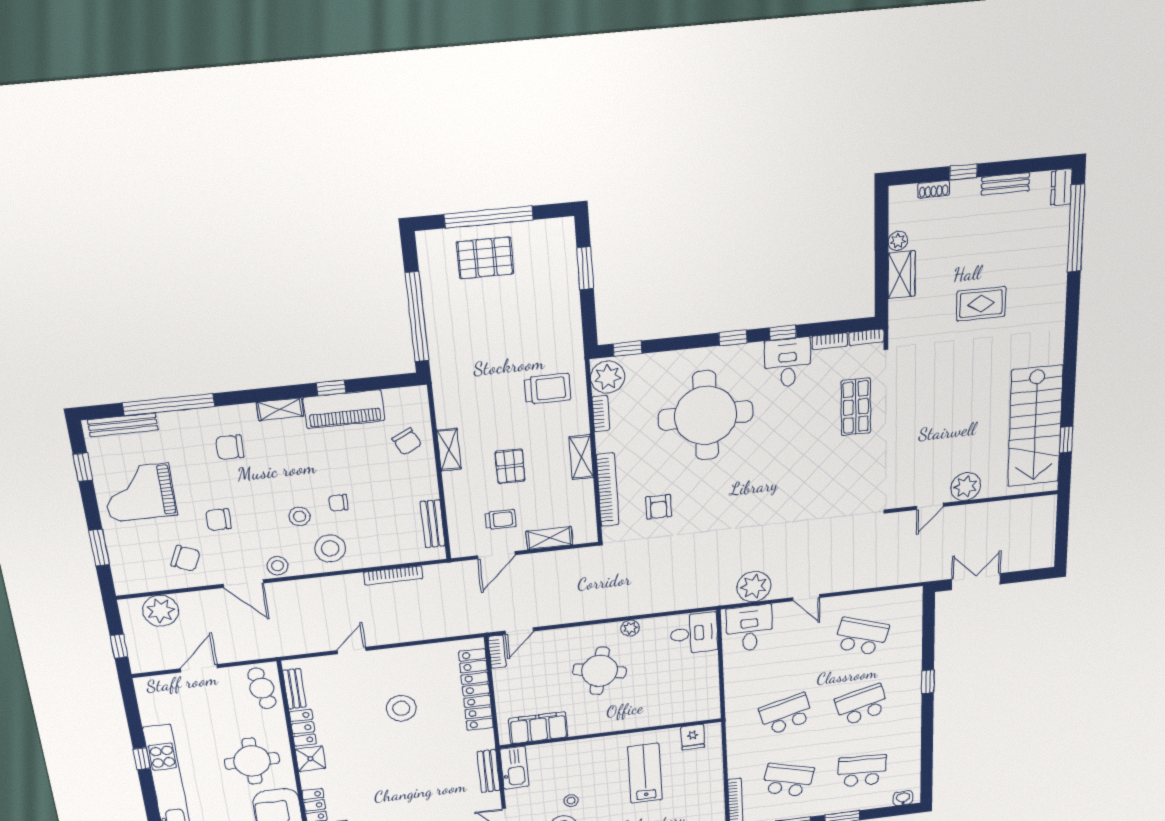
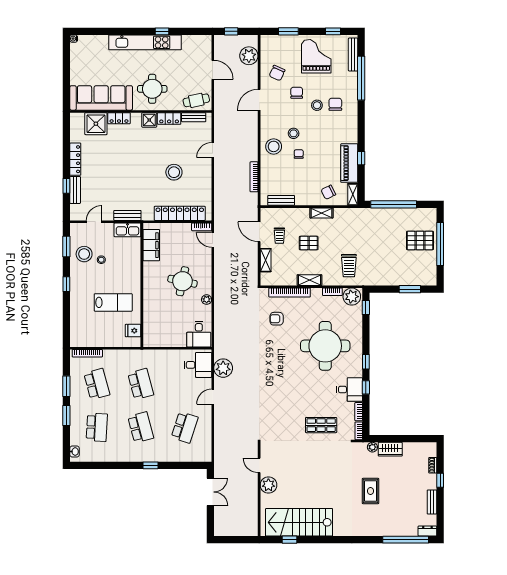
plant: (898, 241) -> (372, 447), moved
pallet: (485, 258) -> (420, 240), turned 90
shelving: (280, 409) -> (353, 194), moved
stool: (278, 566) -> (317, 105), moved
door: (352, 650) -> (213, 150), swing flipped
school desk: (788, 780) -> (97, 384), turned -30

